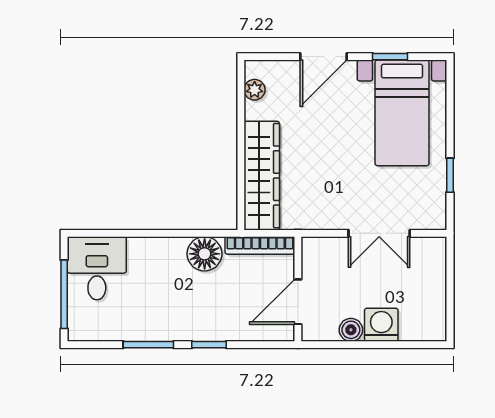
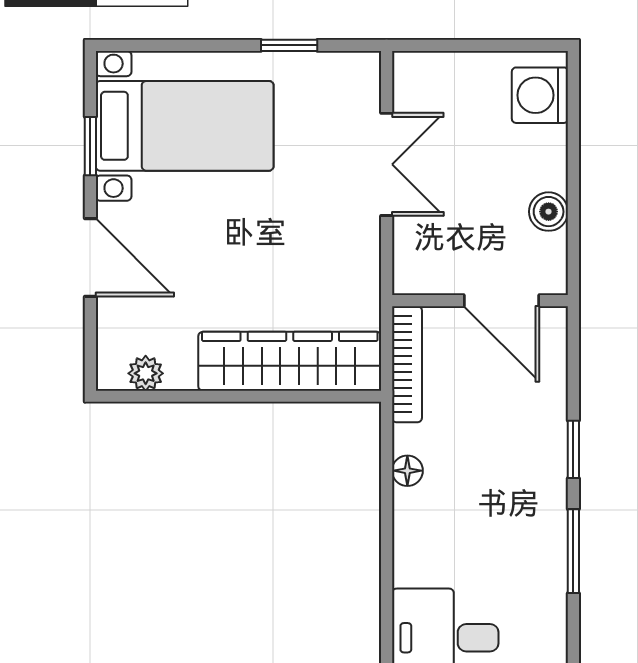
floor lamp: (205, 254) -> (407, 471), width x0.53, depth x0.53
washing machine: (381, 325) -> (540, 95), moved

